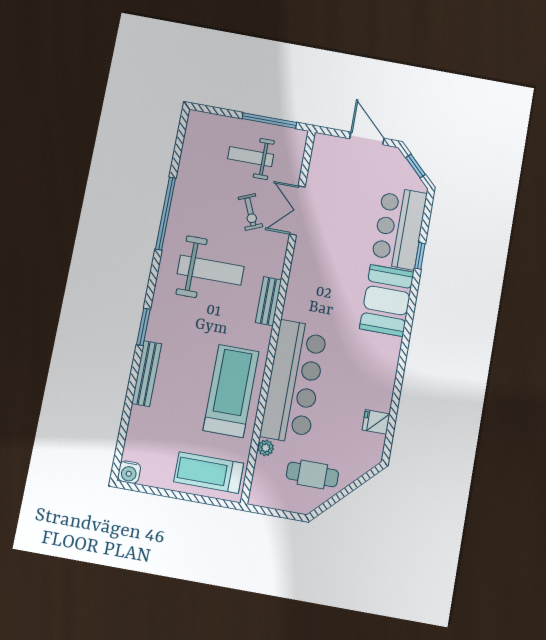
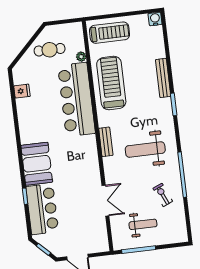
exercise bike: (250, 212) -> (163, 195), moved
treadmill: (231, 391) -> (111, 83), turned 180

